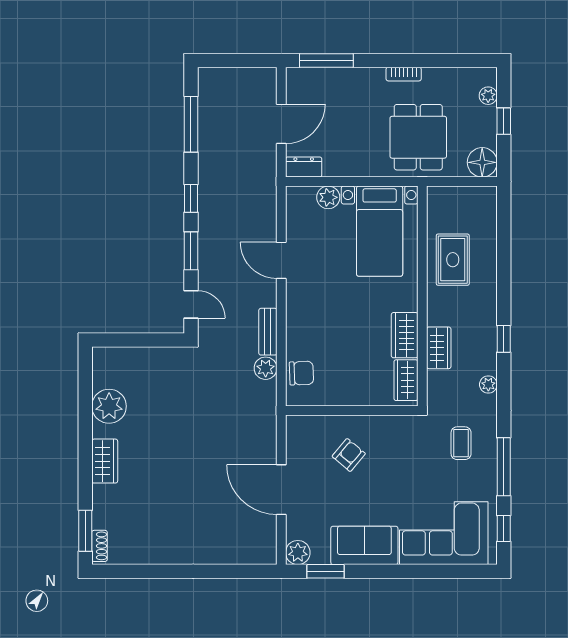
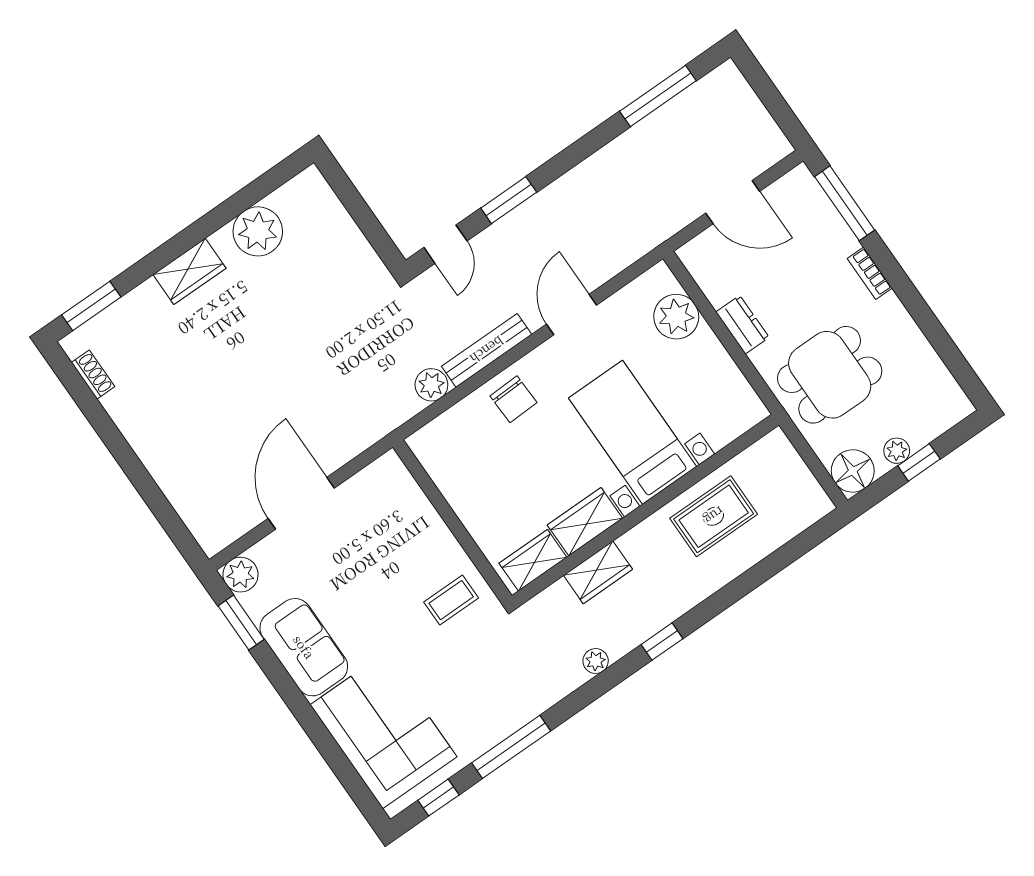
bookcase: (404, 74) -> (870, 273), moved
plant: (488, 96) -> (897, 451), moved
dresser: (304, 167) -> (742, 325), moved
plant: (328, 197) -> (676, 317), width x1.36, depth x1.36
window: (191, 198) -> (570, 157), removed
bed with nightstands: (380, 231) -> (632, 432), moved, turned 90
bench: (268, 332) -> (487, 350), width x1.36
chair: (301, 373) -> (513, 399), moved
coffee table: (461, 443) -> (451, 600), moved
armchair: (349, 455) -> (398, 554), removed
shoe rack: (100, 546) -> (93, 375), moved, turned -90

